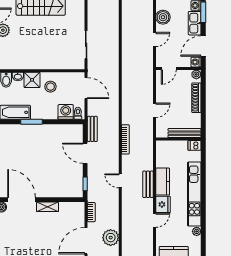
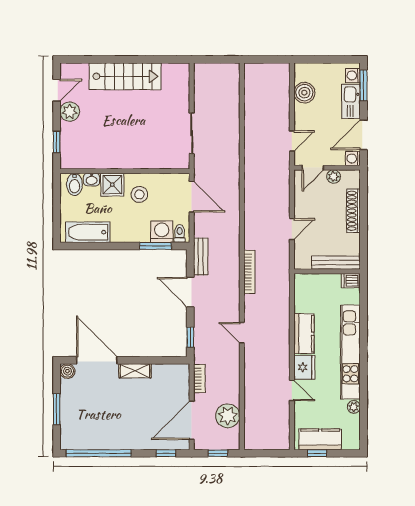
door: (154, 39) -> (292, 141), moved
plant: (196, 74) -> (334, 177), moved
window: (32, 122) -> (155, 246), moved
bench: (148, 184) -> (282, 338), removed
door: (154, 220) -> (292, 390), hinge flipped

